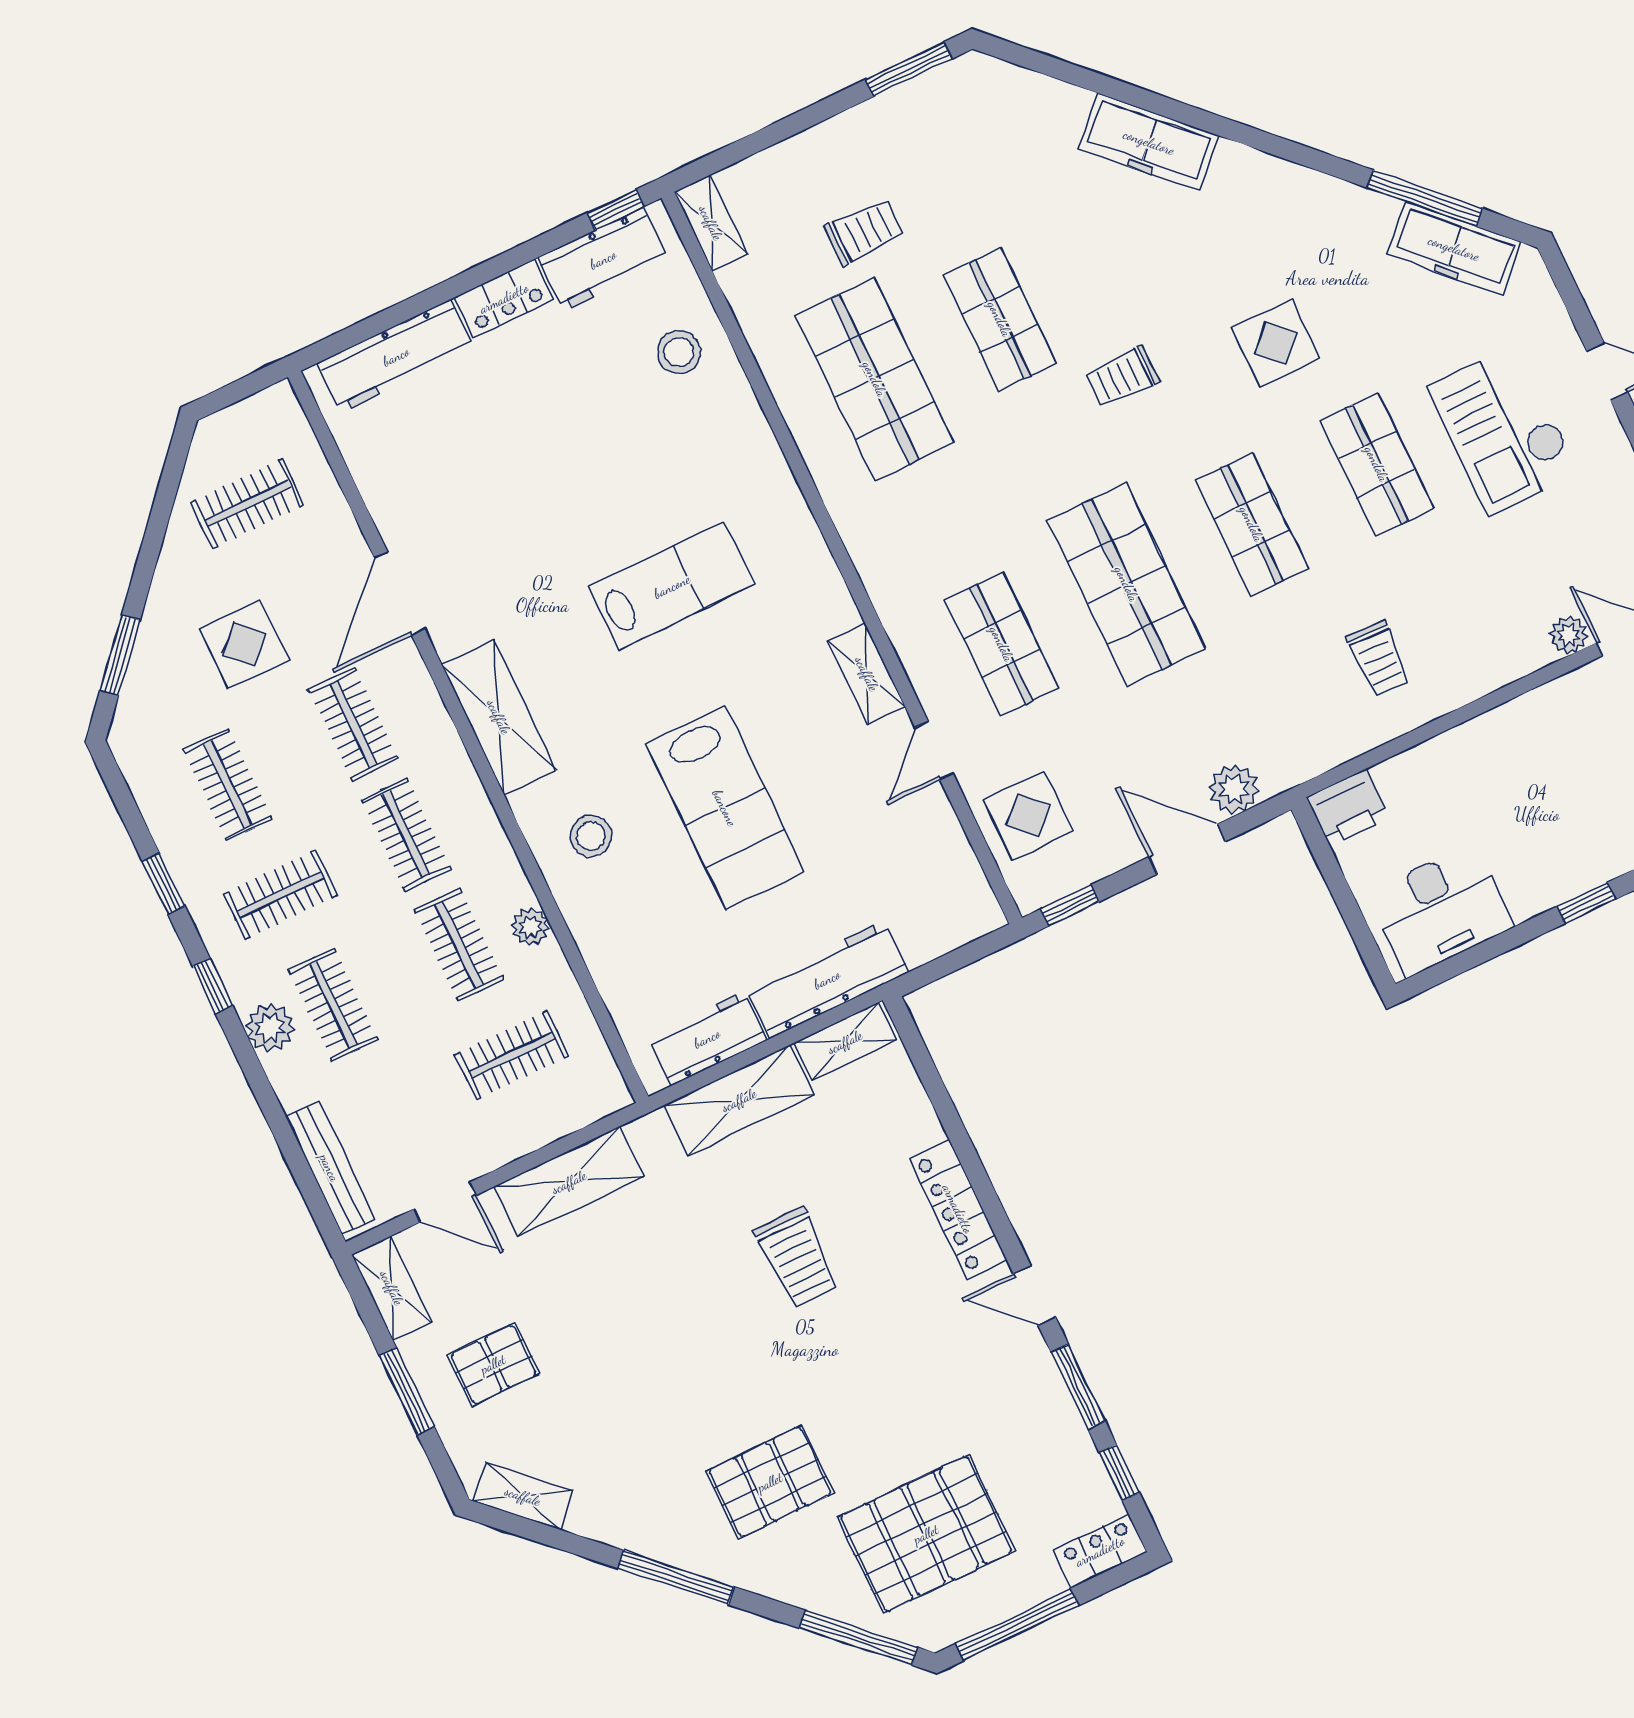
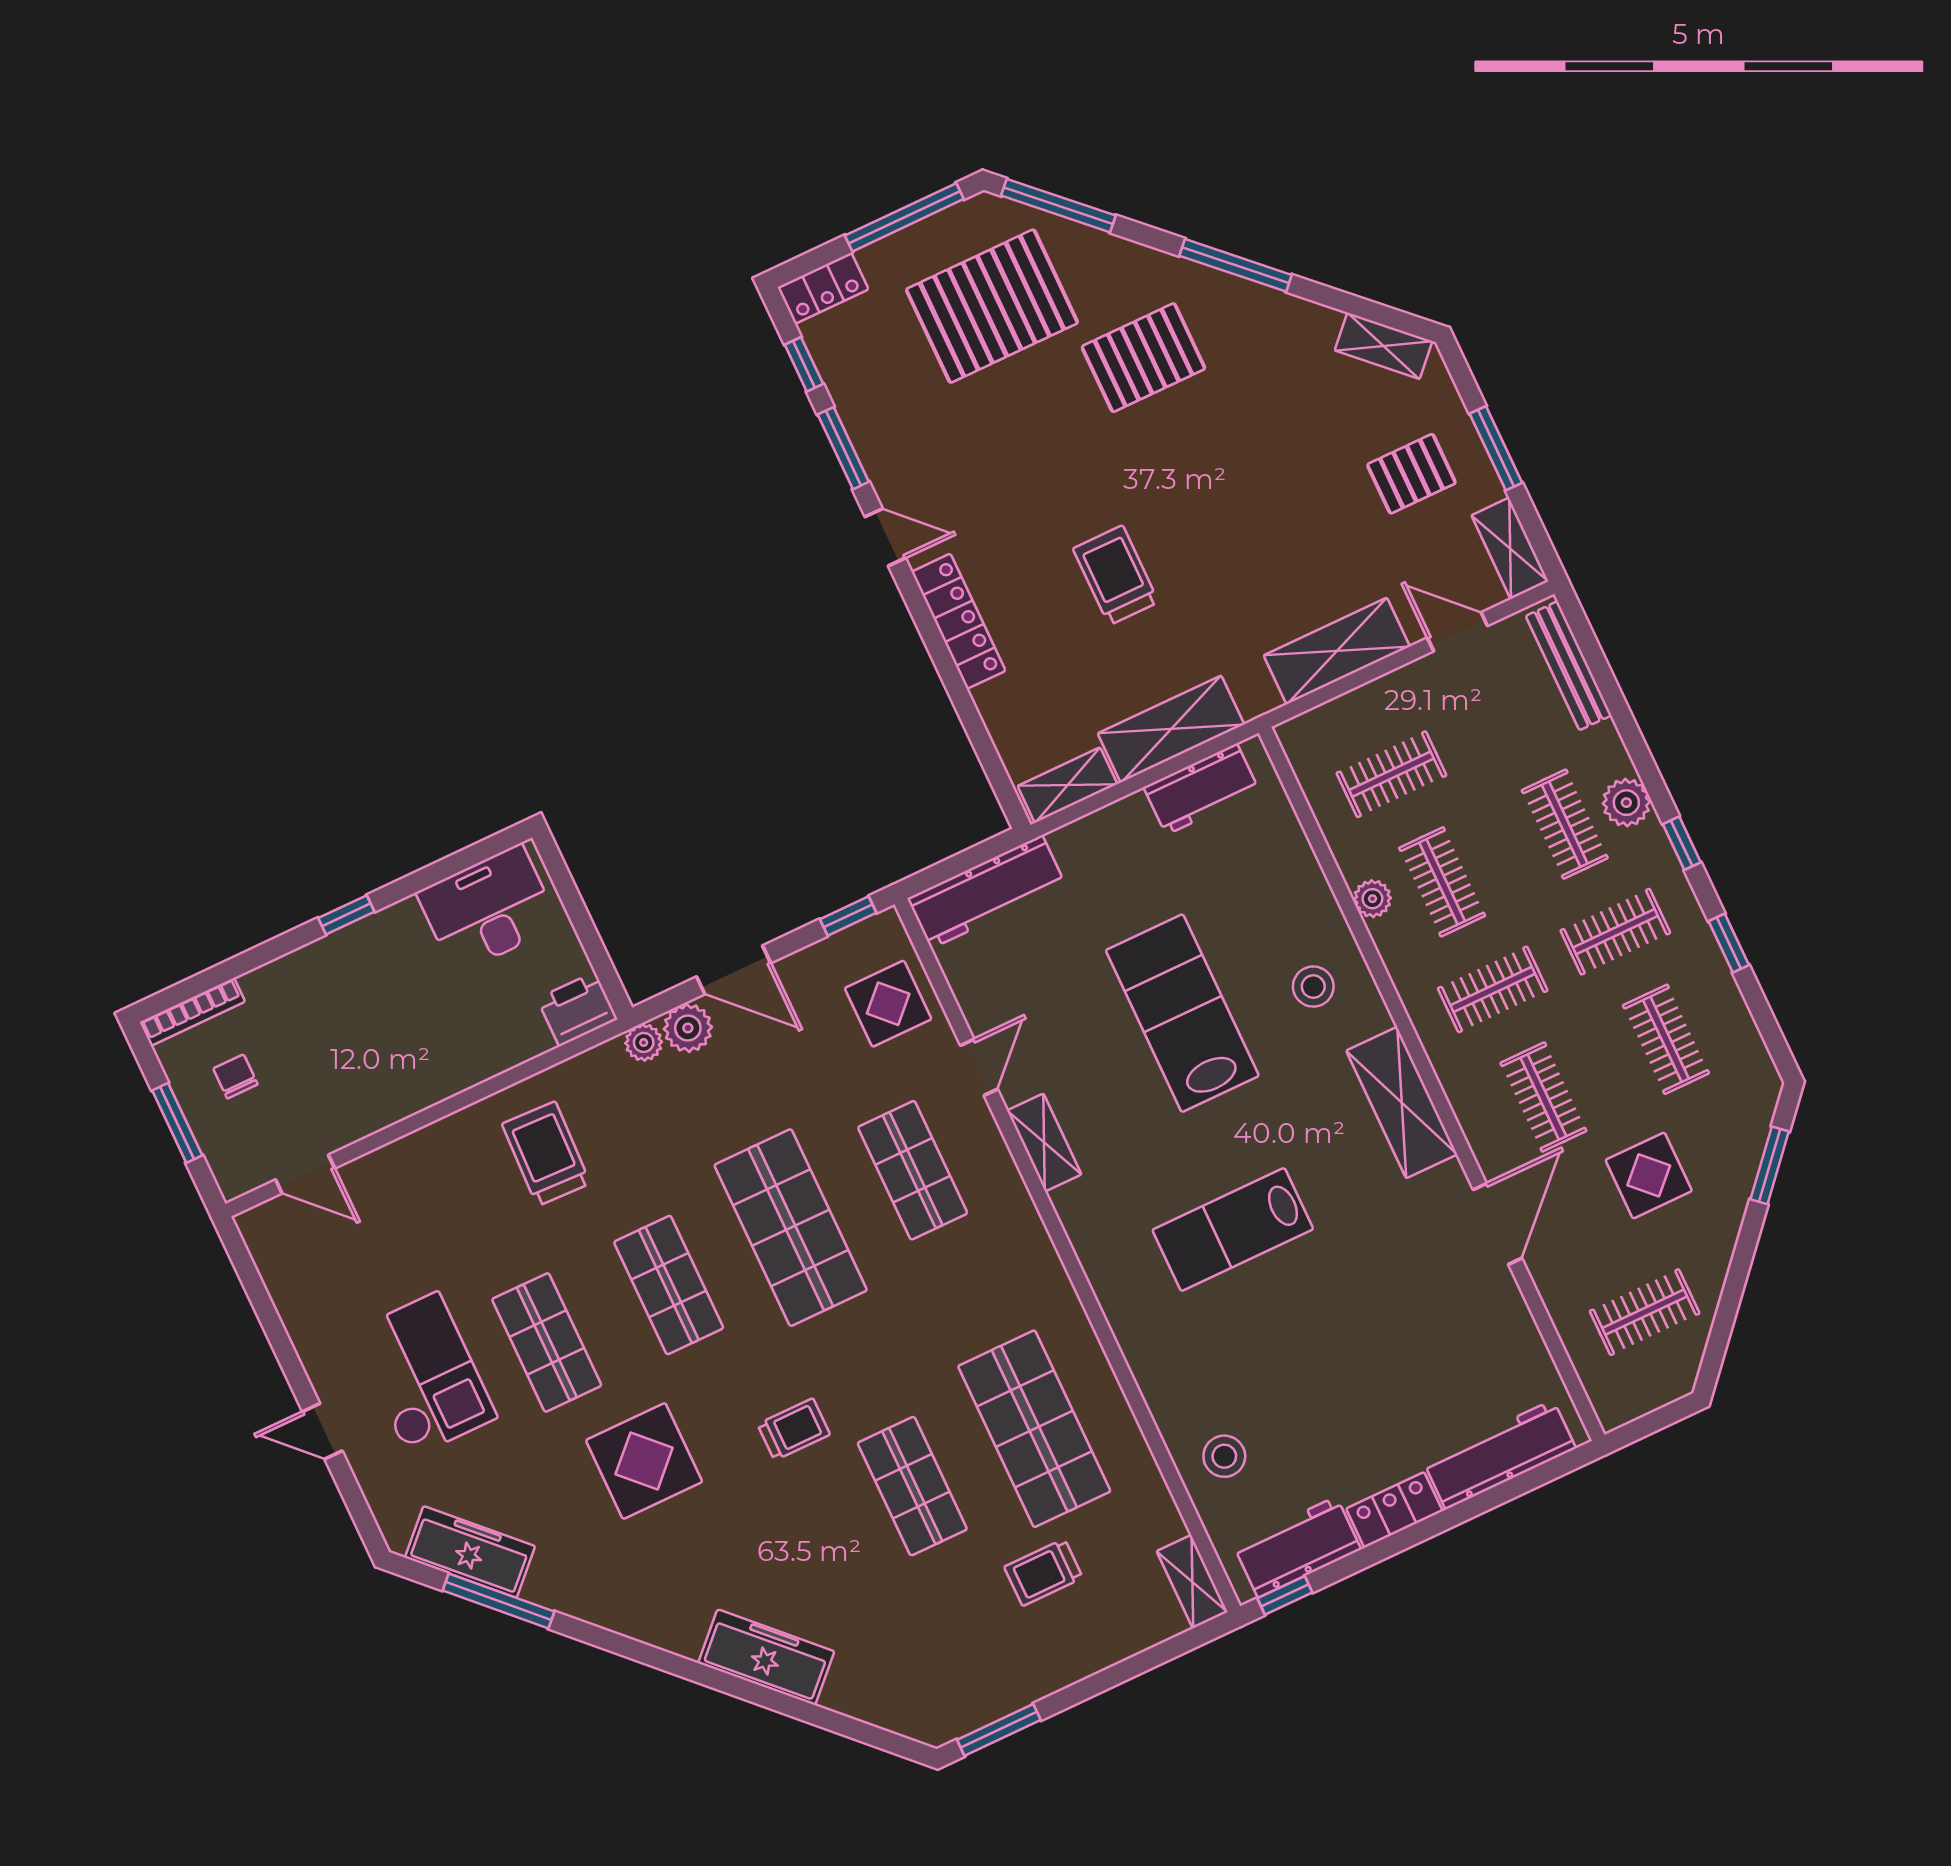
display table: (1276, 343) -> (644, 1461), width x1.36, depth x1.36
plant: (1569, 635) -> (644, 1042), moved
trolley: (1379, 659) -> (546, 1154), width x1.36, depth x1.39
clothes rail: (406, 834) -> (1493, 989), turned 90
workbench: (827, 979) -> (986, 892), moved

